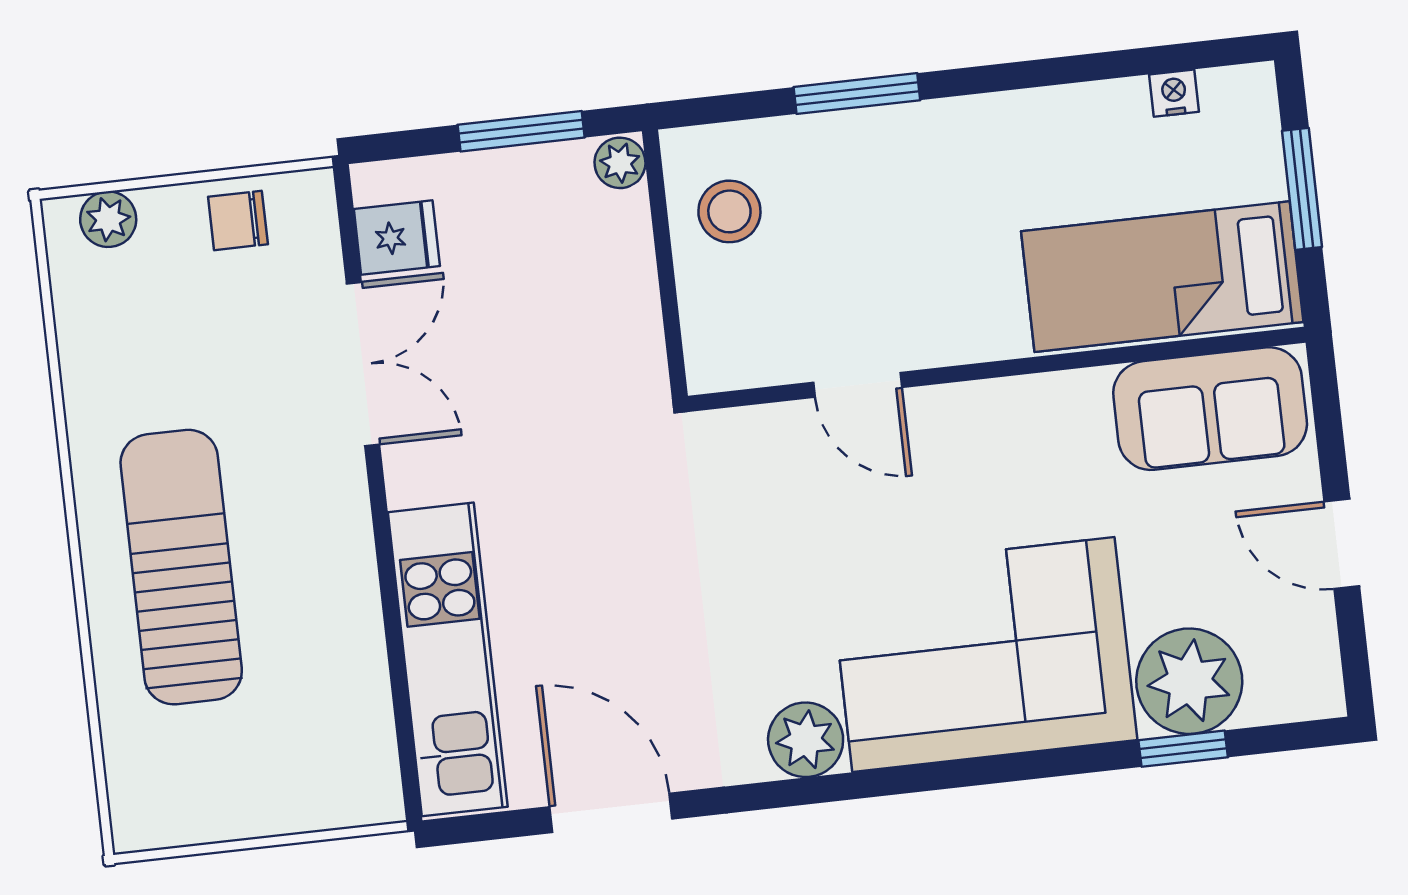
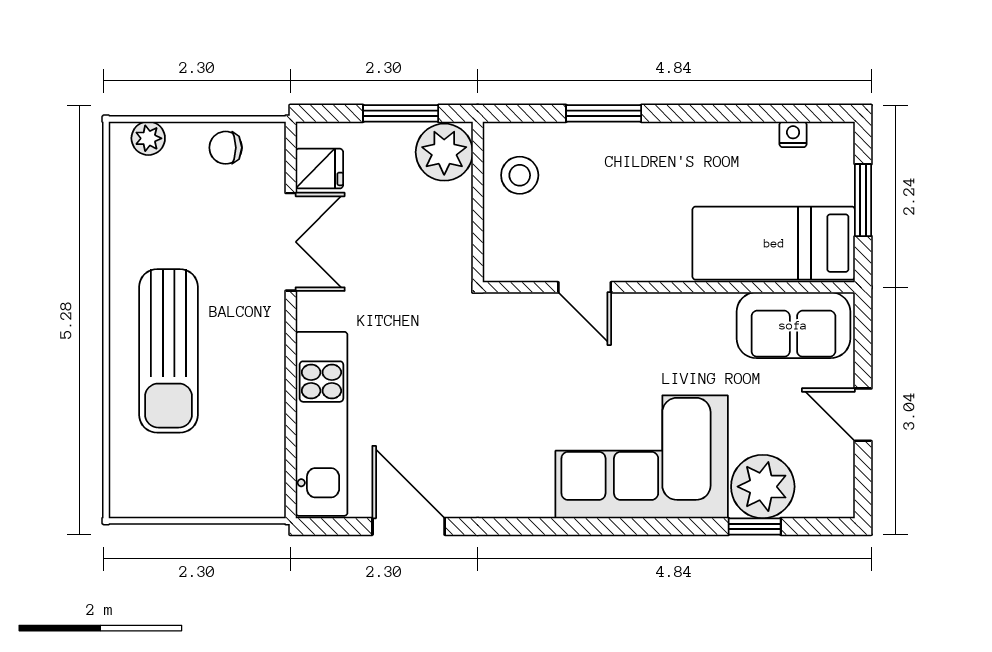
plant: (620, 163) -> (444, 152), width x1.88, depth x1.88
sun lounger: (181, 567) -> (168, 351), turned 180
plant: (806, 740) -> (530, 496), removed

